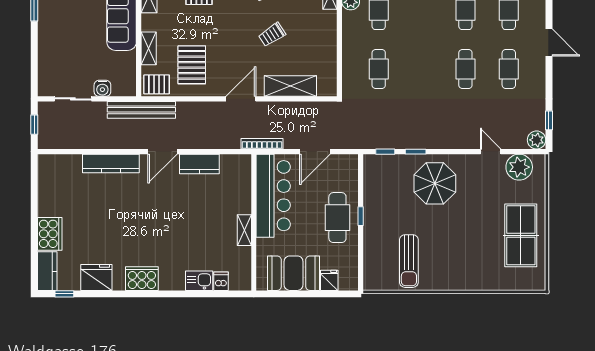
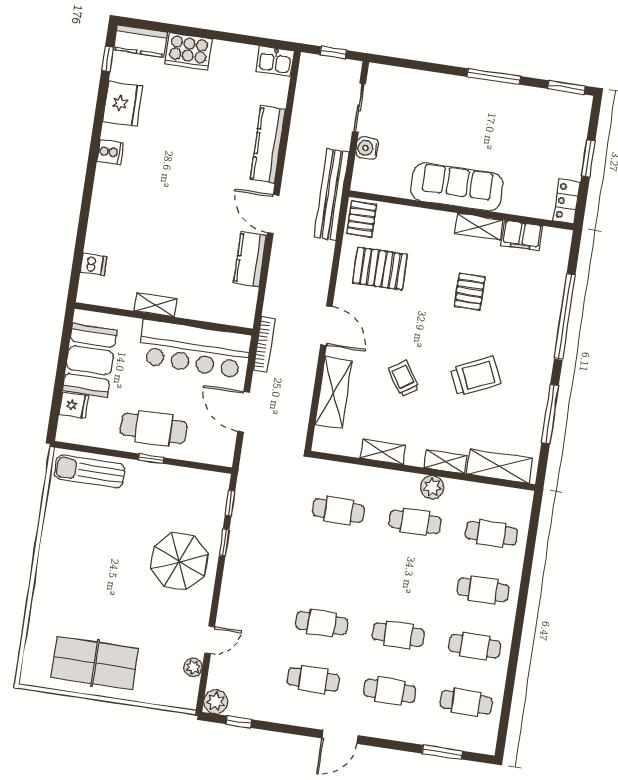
shelving: (149, 48) -> (383, 452), moved
plant: (519, 167) -> (193, 667), width x0.53, depth x0.53
sun lounger: (409, 261) -> (89, 471), moved
cooker: (142, 279) -> (110, 152), width x0.53, depth x0.76
kitchen sink: (199, 281) -> (275, 61), moved, turned 90

